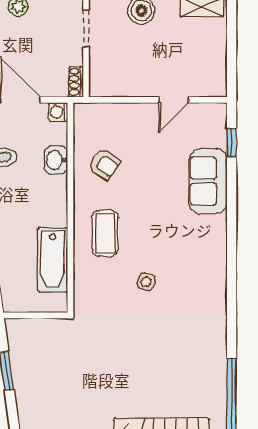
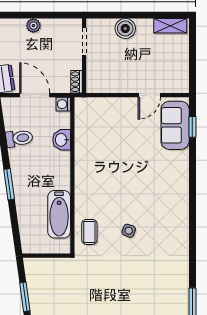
armchair: (104, 164) -> (98, 143), removed
sofa: (208, 181) -> (175, 125), moved
coffee table: (105, 233) -> (89, 232), moved, width x0.73, depth x0.77

